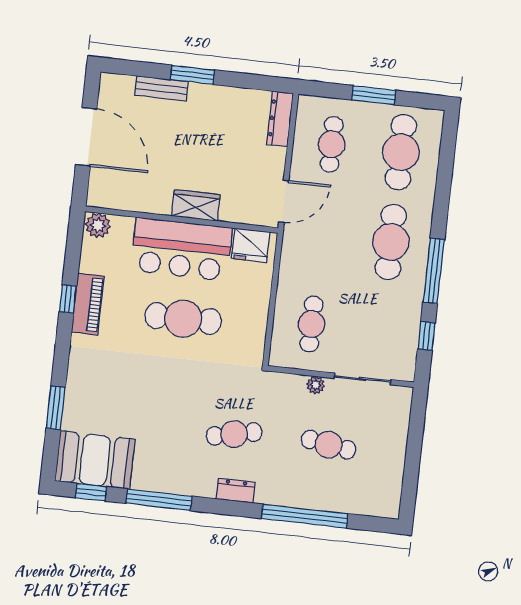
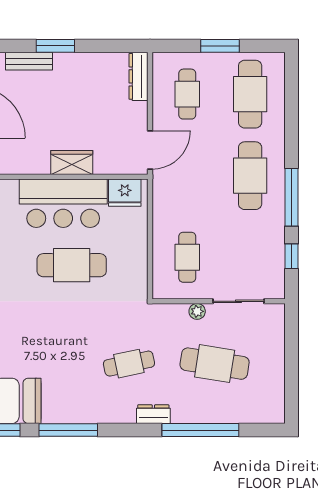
cafe table: (328, 445) -> (215, 364), width x1.37, depth x1.35
dresser: (236, 491) -> (153, 414), moved

